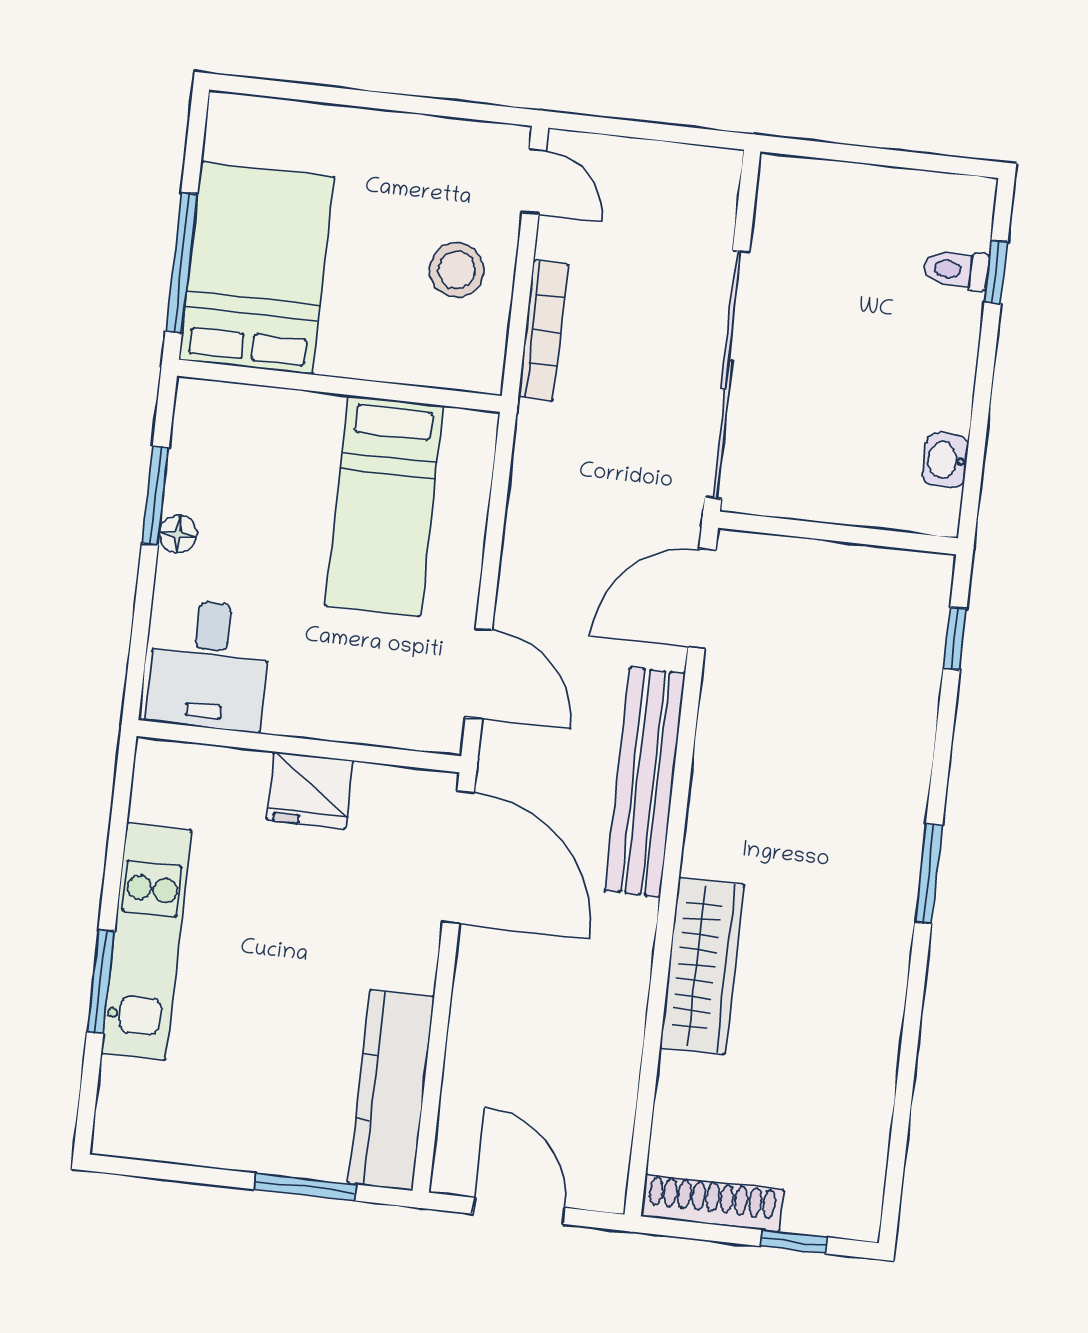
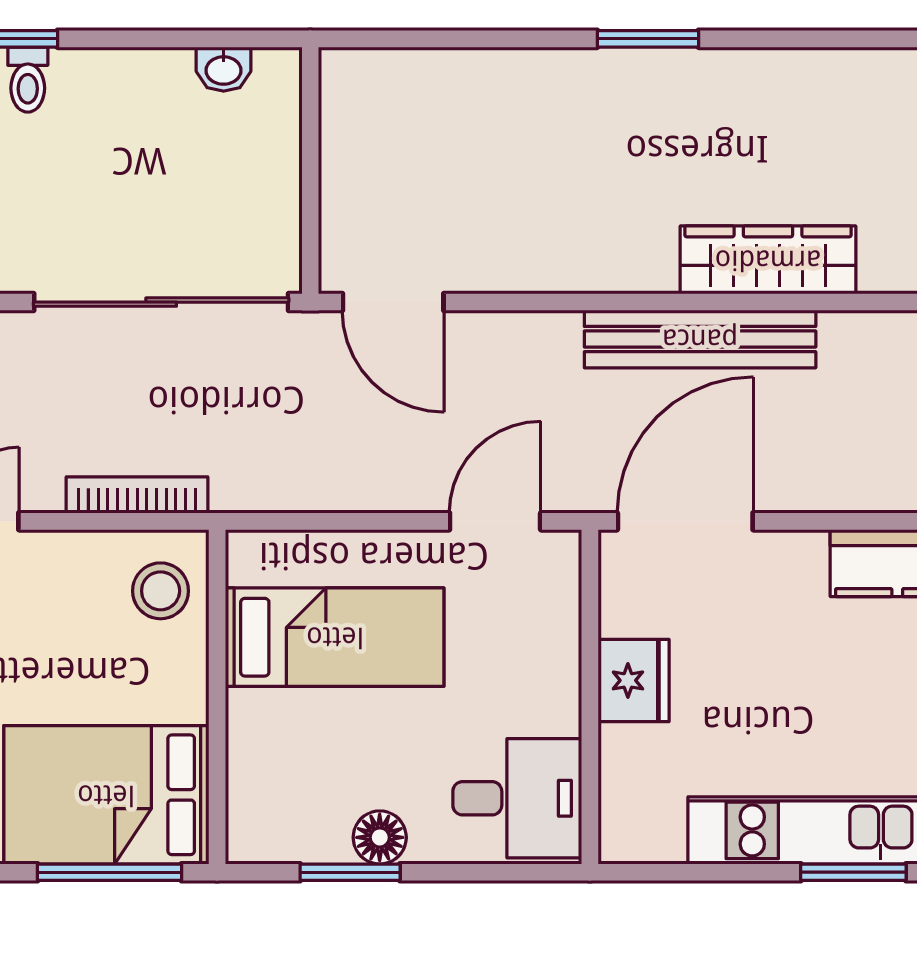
stool: (456, 270) -> (161, 591), moved
floor lamp: (178, 534) -> (380, 837), width x1.37, depth x1.37
window: (955, 638) -> (405, 39), removed
bench: (645, 782) -> (700, 339), moved

